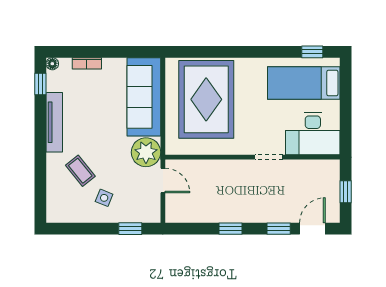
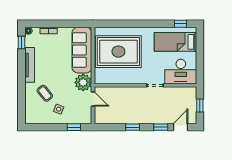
rug: (206, 99) -> (118, 52), turned 90

